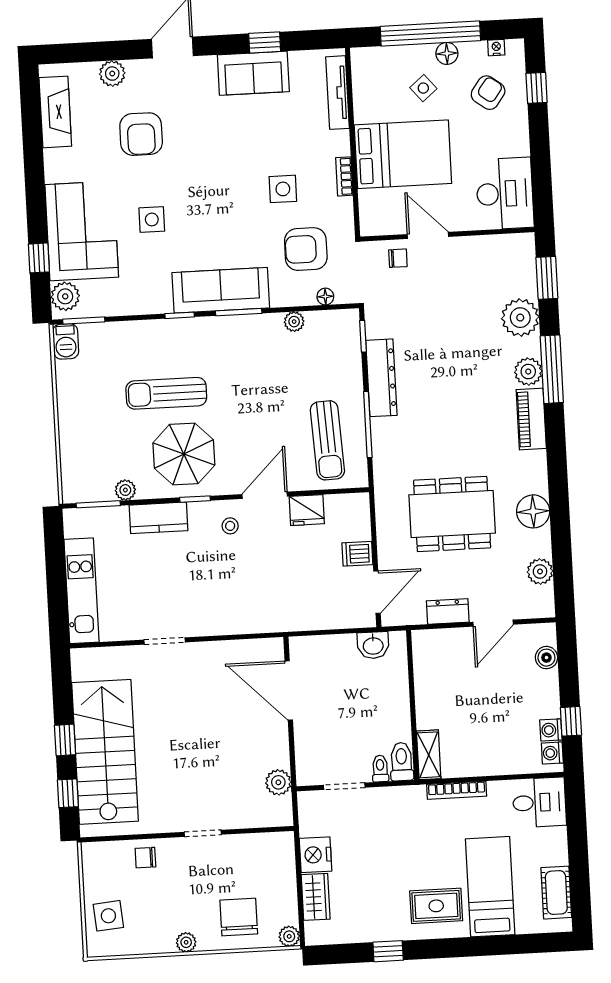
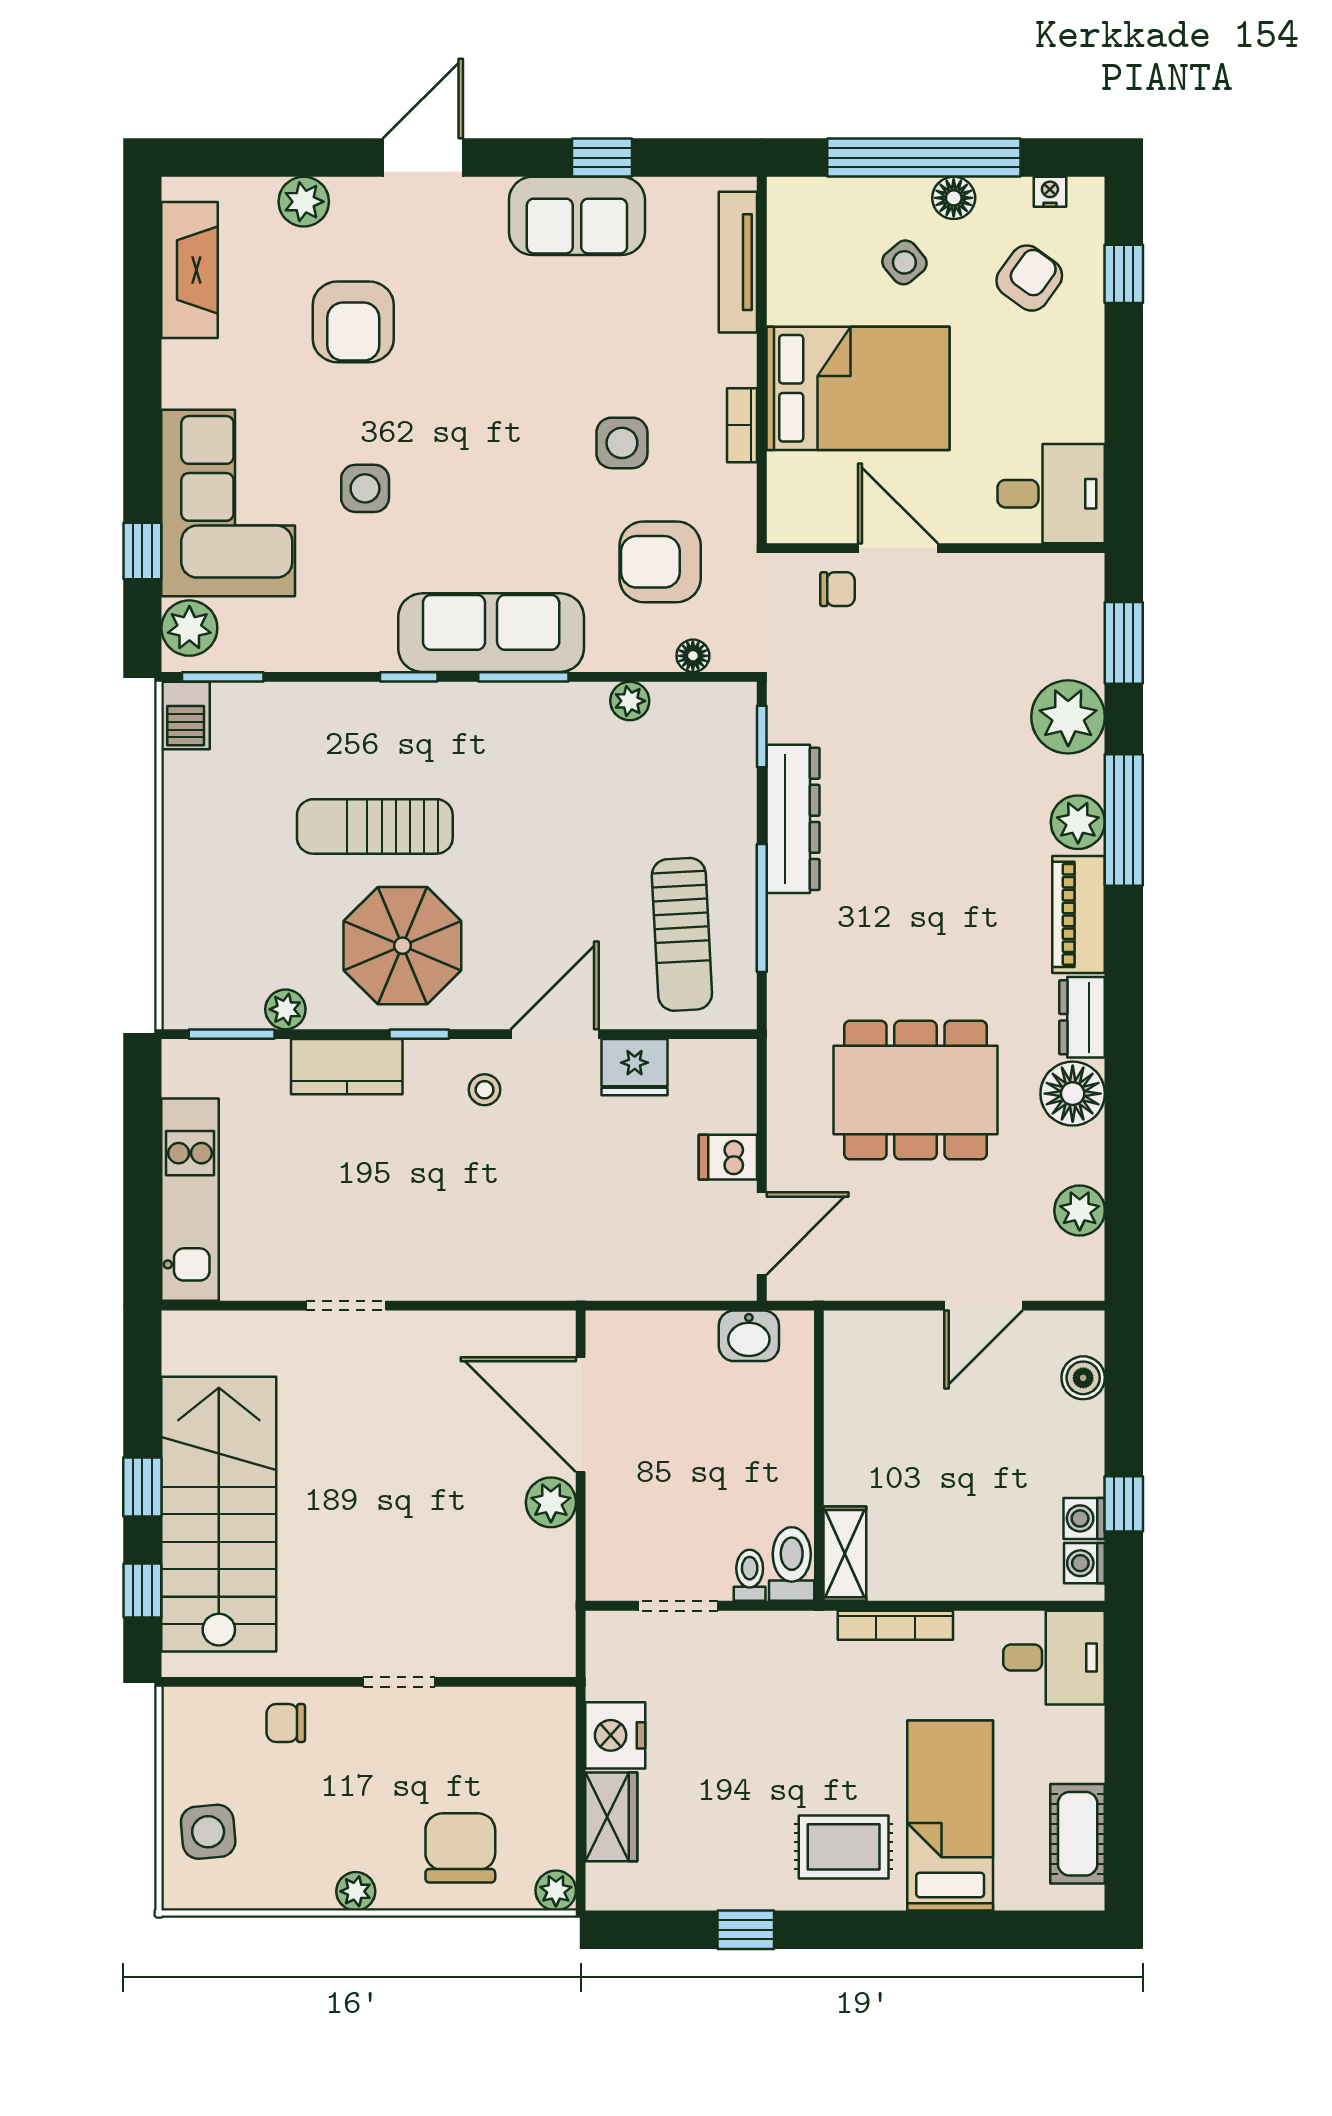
desk: (505, 194) -> (1051, 494), width x0.73
dresser: (448, 611) -> (1082, 1017), moved, turned -90
plant: (278, 782) -> (551, 1502), moved

